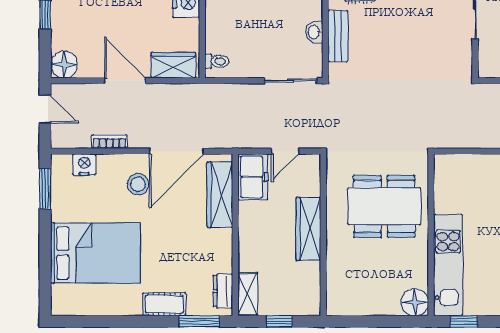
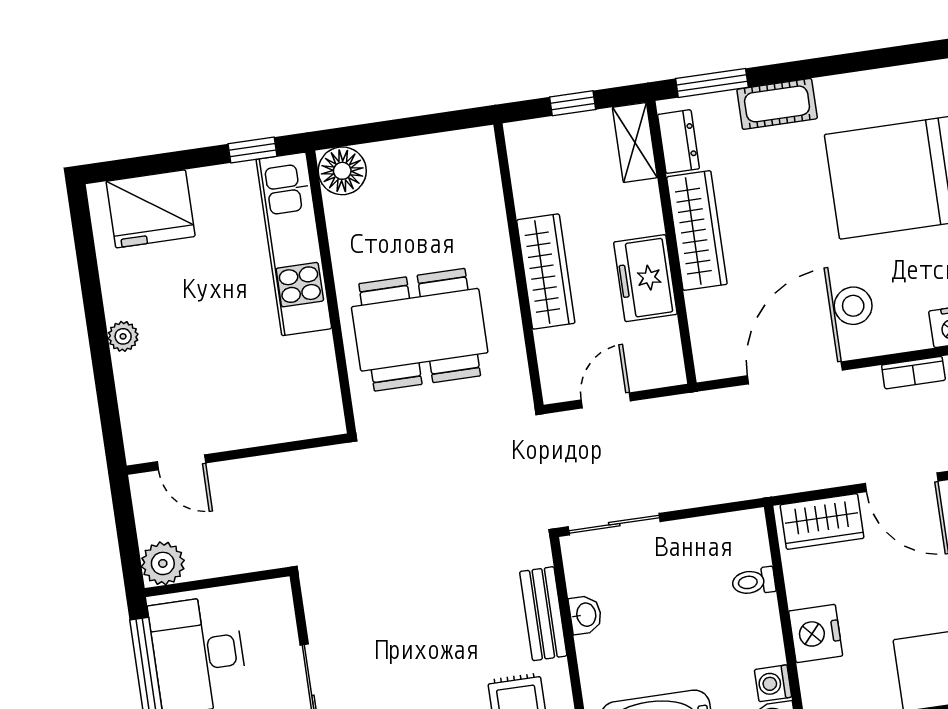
toilet: (217, 61) -> (754, 582), moved
freezer: (253, 177) -> (645, 278), moved
wardrobe: (220, 195) -> (697, 231), moved

